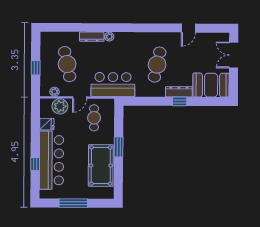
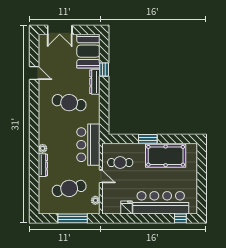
window: (36, 68) -> (73, 218), width x2.17
window: (180, 101) -> (104, 69), moved
plant: (60, 106) -> (109, 195), removed
window: (35, 164) -> (180, 218), moved
window: (73, 203) -> (202, 182), removed

